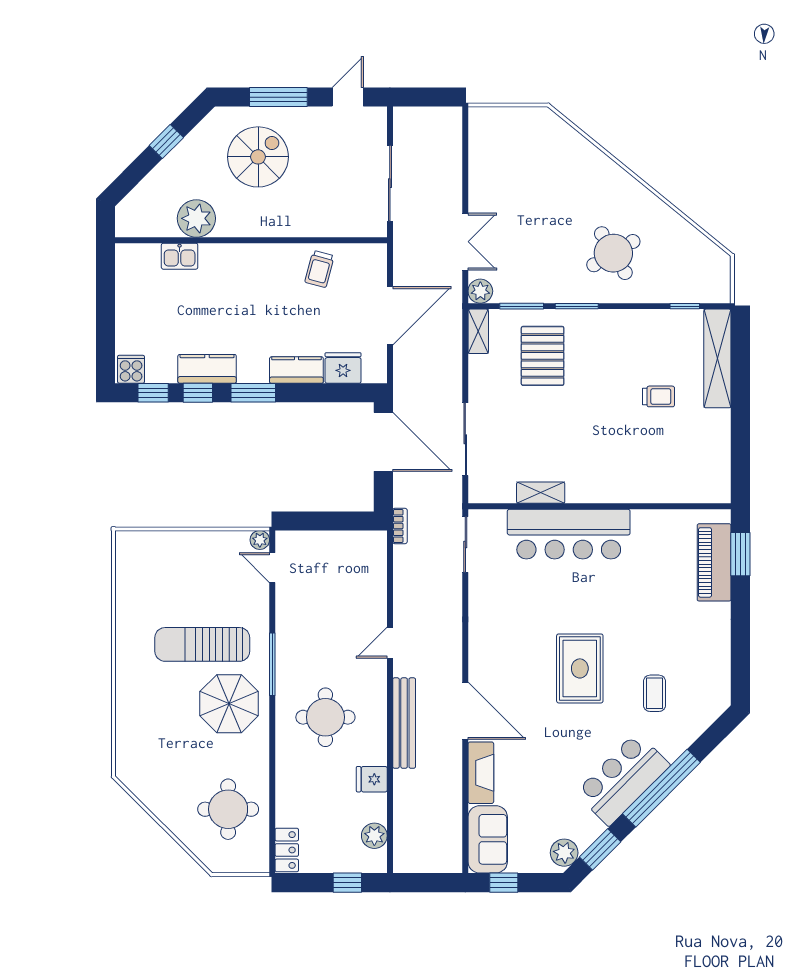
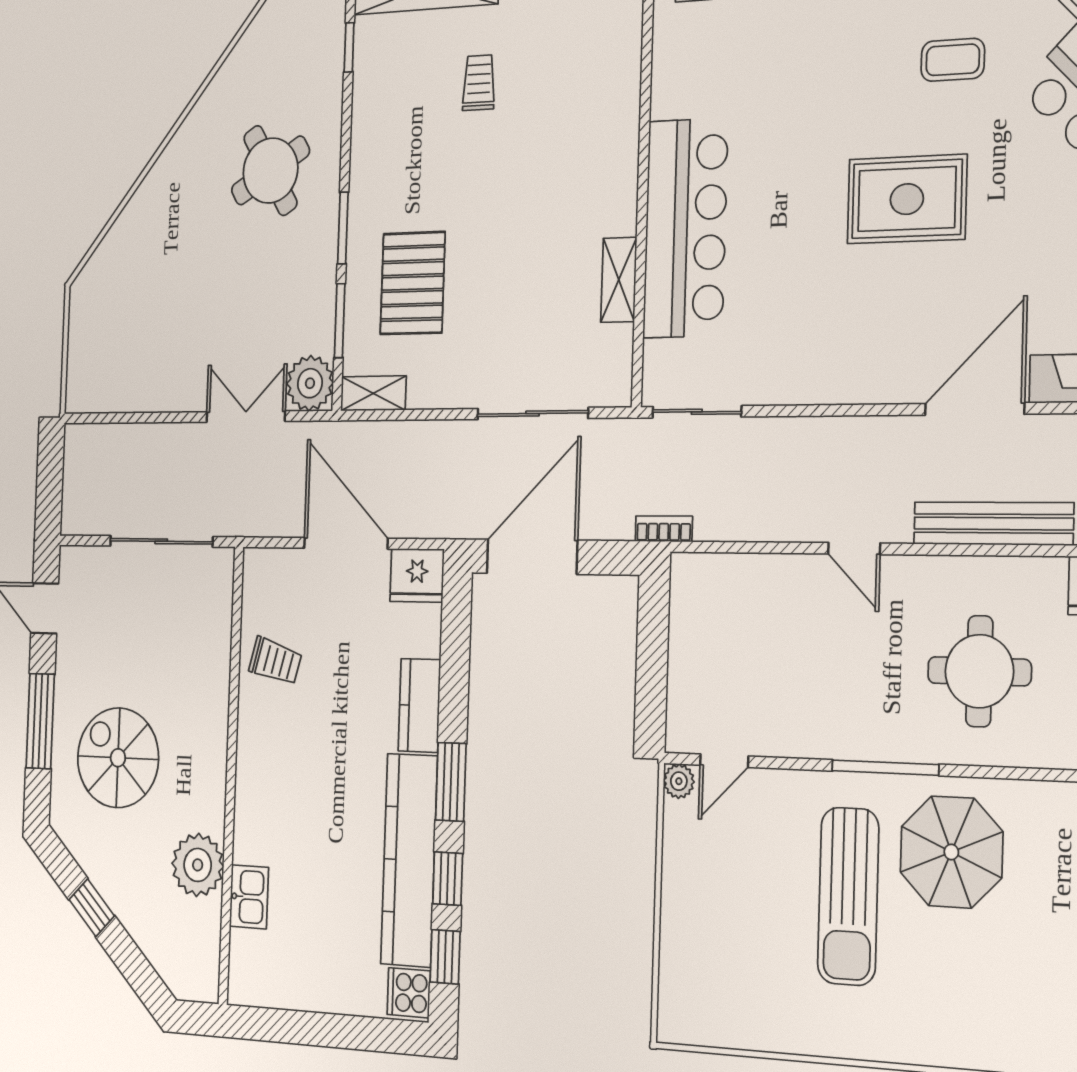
plant: (480, 291) -> (310, 383), width x1.36, depth x1.36
pallet: (543, 356) -> (413, 283), turned 90
fridge: (343, 368) -> (417, 575), moved, turned -90
kitchen counter: (207, 369) -> (409, 860), width x2.08, depth x1.17

